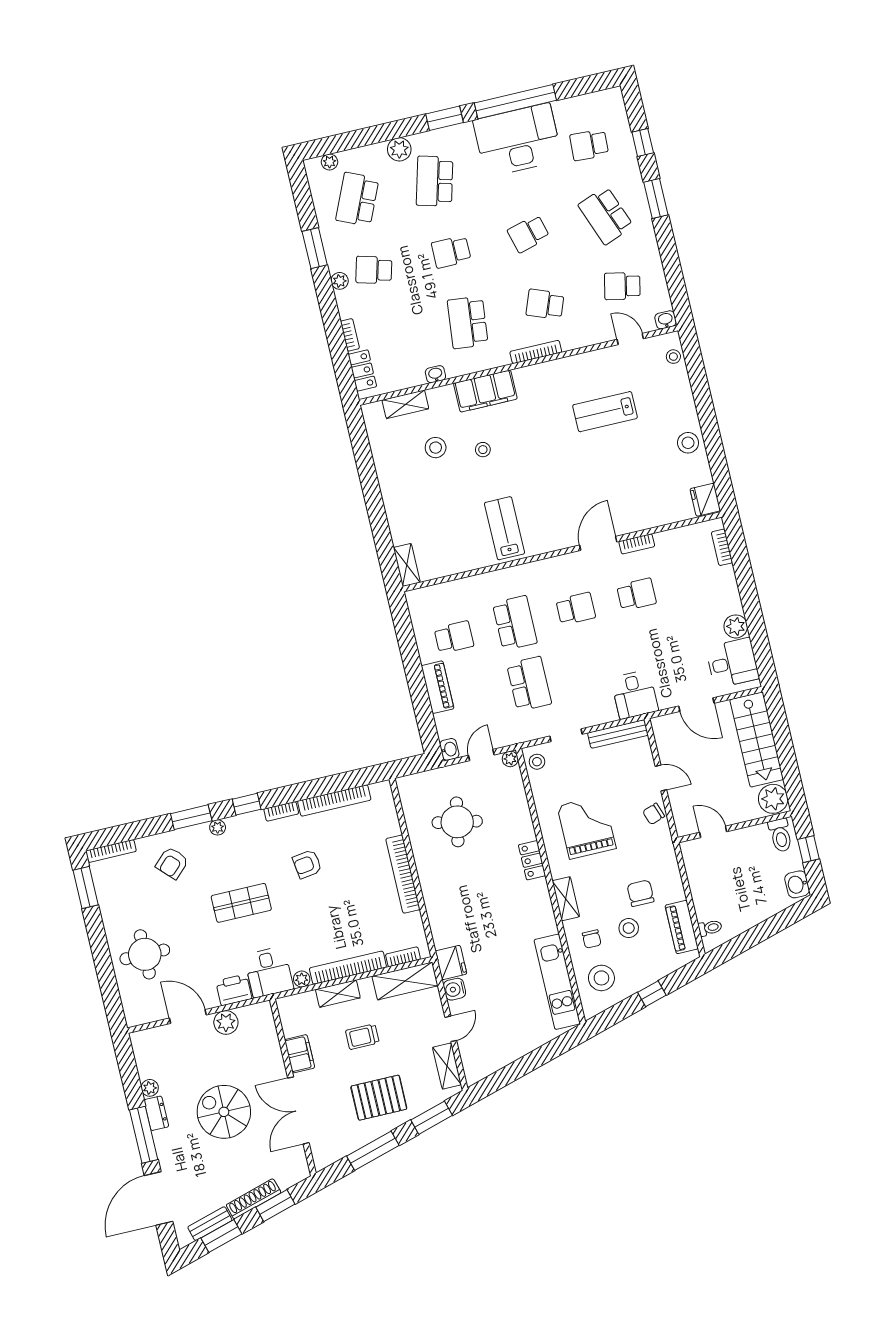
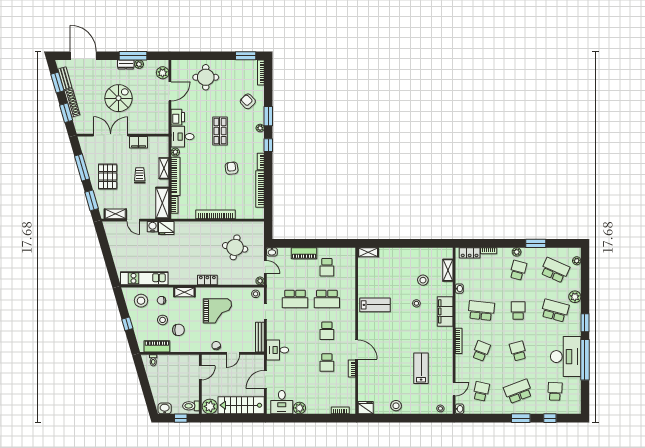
plant: (226, 1022) -> (163, 73), moved
window: (144, 1135) -> (133, 56), moved

